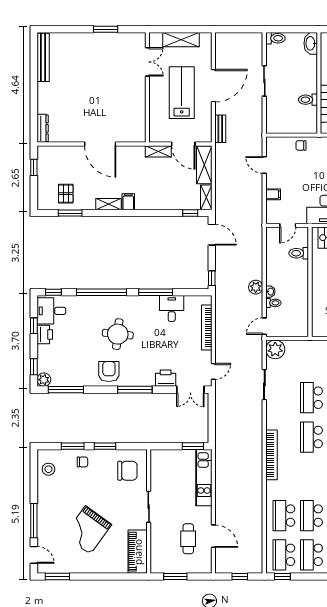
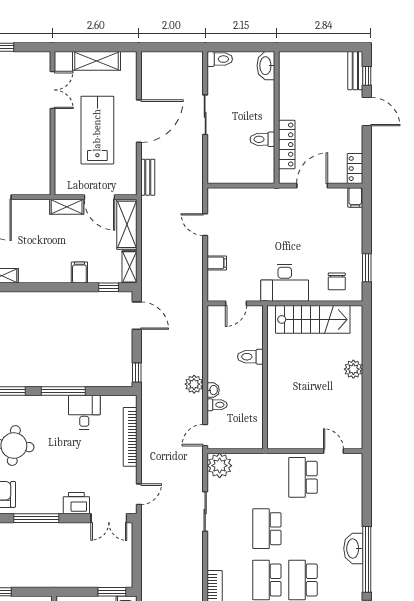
chair: (301, 145) -> (253, 199), removed
filing cabinet: (128, 202) -> (79, 273), moved
toilet: (299, 253) -> (250, 357), moved

